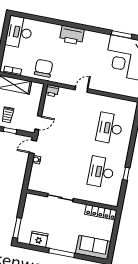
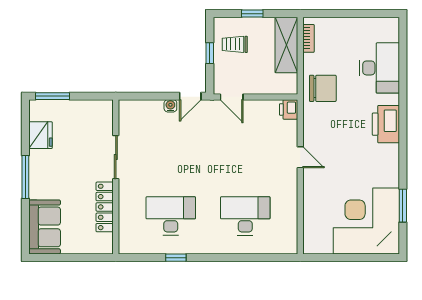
desk: (19, 32) -> (380, 68), moved, turned 90
door: (33, 147) -> (190, 96), swing flipped
locker: (101, 212) -> (105, 207), moved

